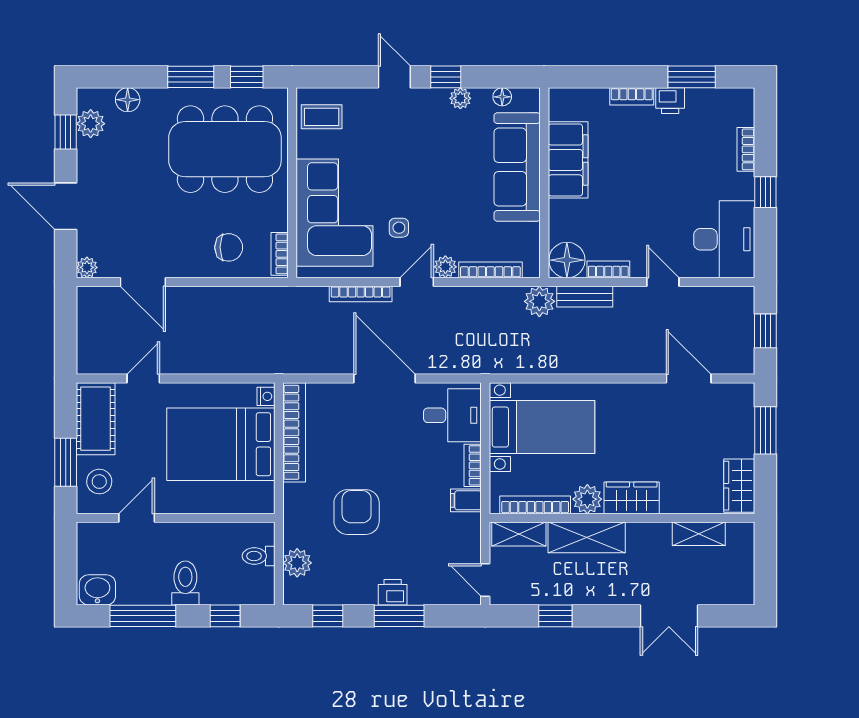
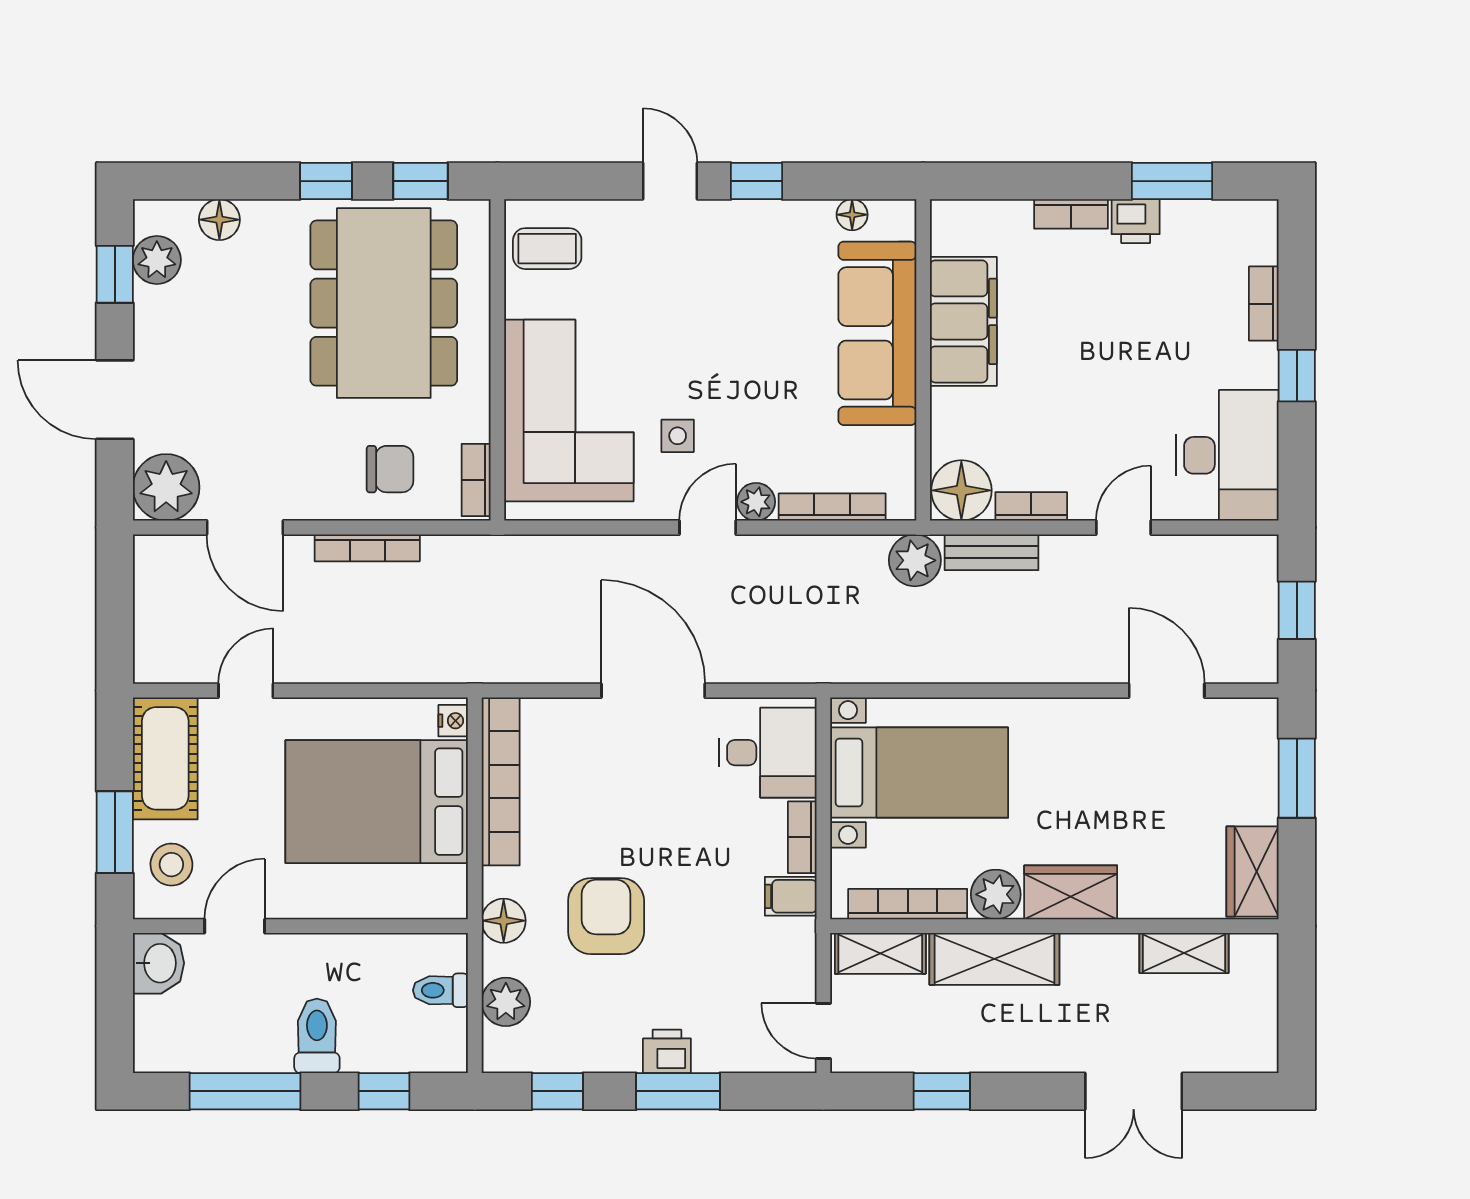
window: (191, 77) -> (326, 181), width x0.67
plant: (460, 98) -> (781, 217), removed
dining table: (225, 149) -> (384, 303), turned 90
plant: (87, 267) -> (166, 487), width x1.88, depth x1.88
door: (663, 282) -> (1123, 528), hinge flipped
bookcase: (361, 294) -> (367, 548), moved
floor lamp: (296, 515) -> (504, 921), added
washbasin: (97, 590) -> (158, 963), moved, turned 90

